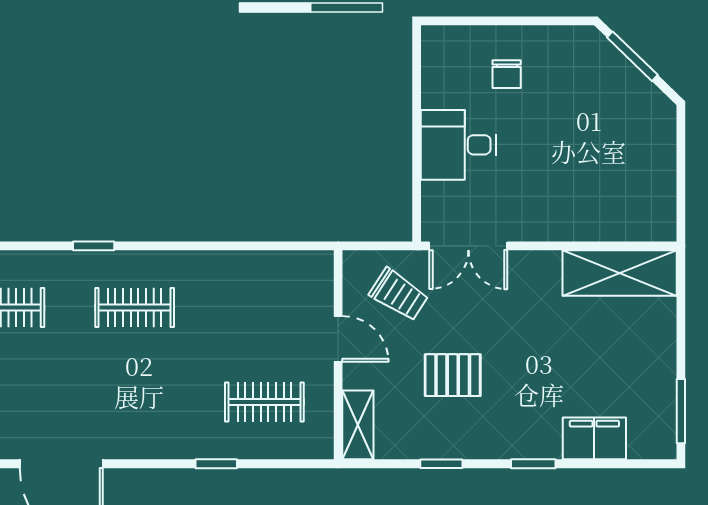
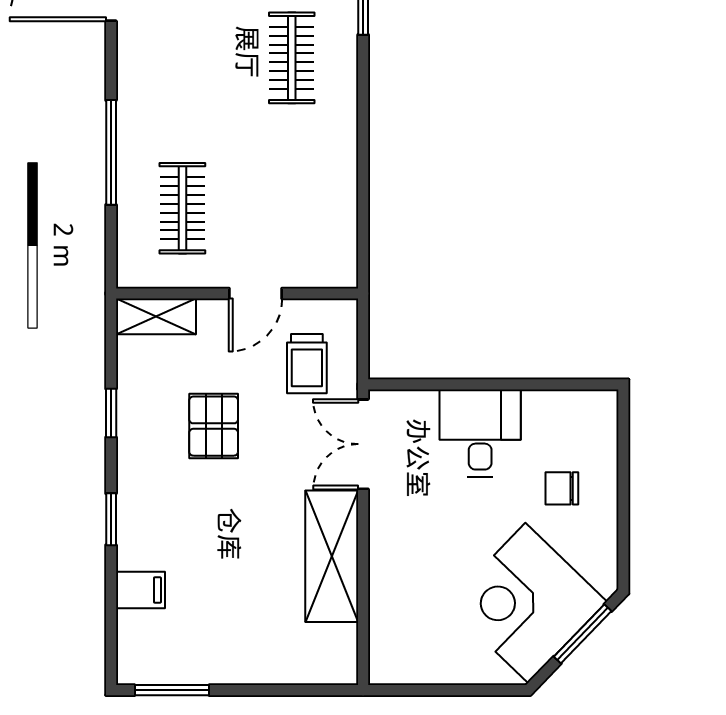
corner desk: (606, 105) -> (527, 603), added
shelving: (620, 273) -> (332, 556), moved
trolley: (399, 295) -> (307, 364), turned -33
filing cabinet: (594, 438) -> (140, 590), width x0.50
window: (216, 464) -> (111, 152), width x2.17

